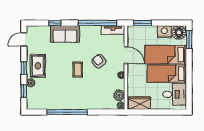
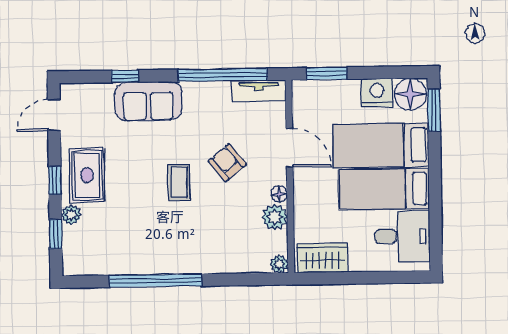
plant: (119, 95) -> (275, 217), moved

